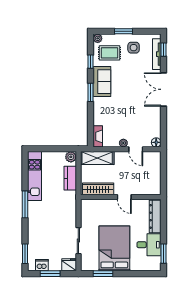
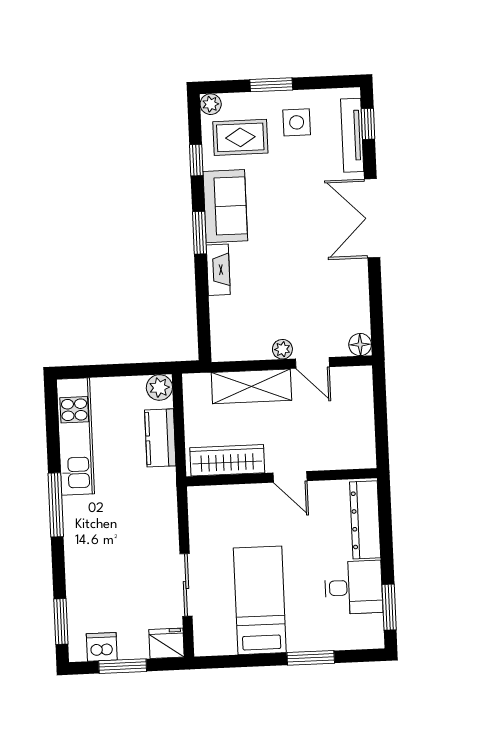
fireplace: (98, 136) -> (218, 270), moved
shelving: (97, 158) -> (251, 386), moved
bed: (114, 248) -> (260, 600), width x0.67
window: (103, 274) -> (311, 658), moved

